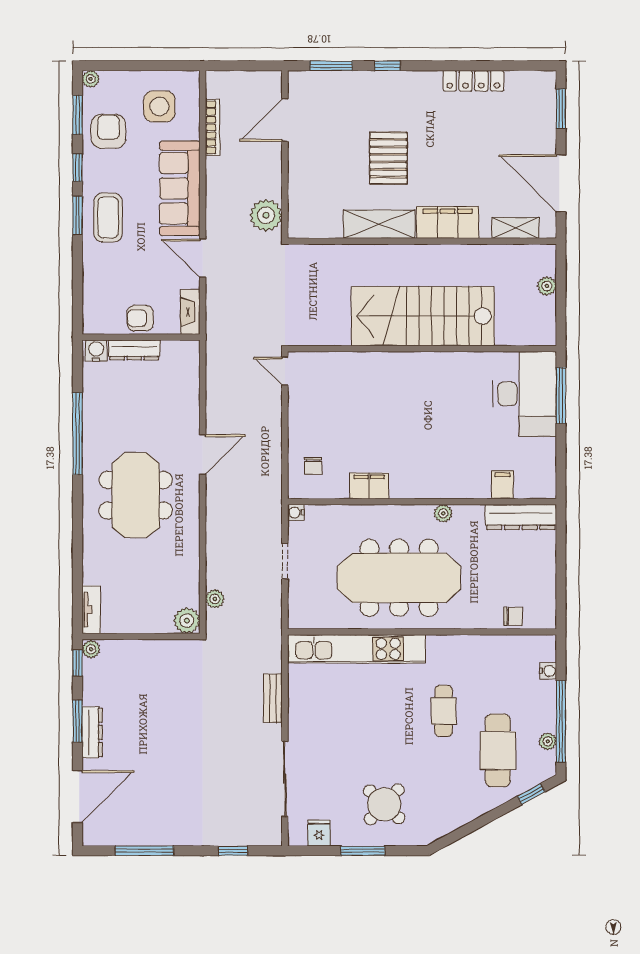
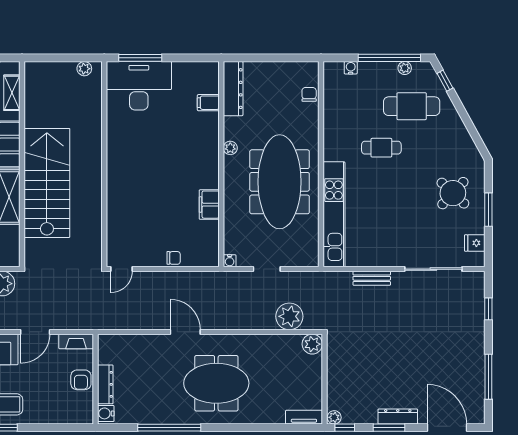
plant: (547, 286) -> (84, 69), moved
stairs: (423, 316) -> (47, 183), moved, turned 180
chair: (313, 466) -> (174, 258), moved
plant: (215, 599) -> (289, 316), width x1.88, depth x1.88

